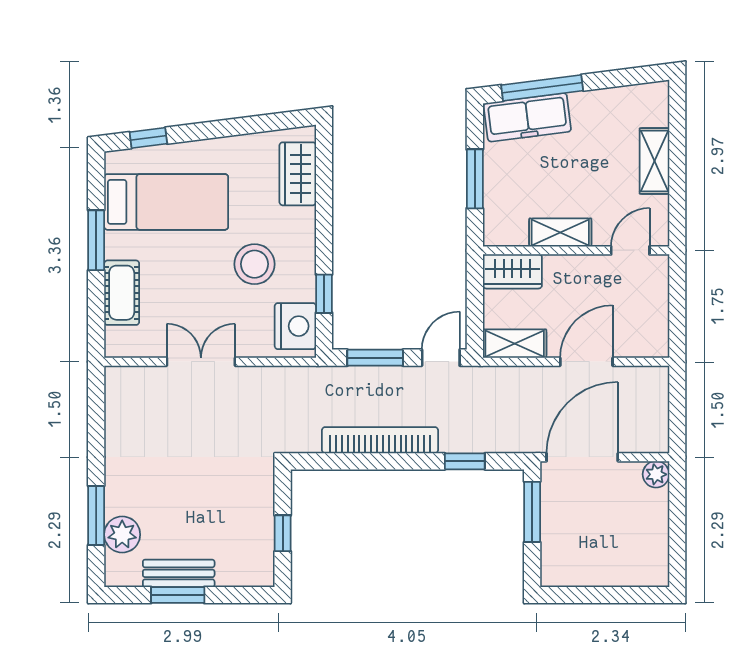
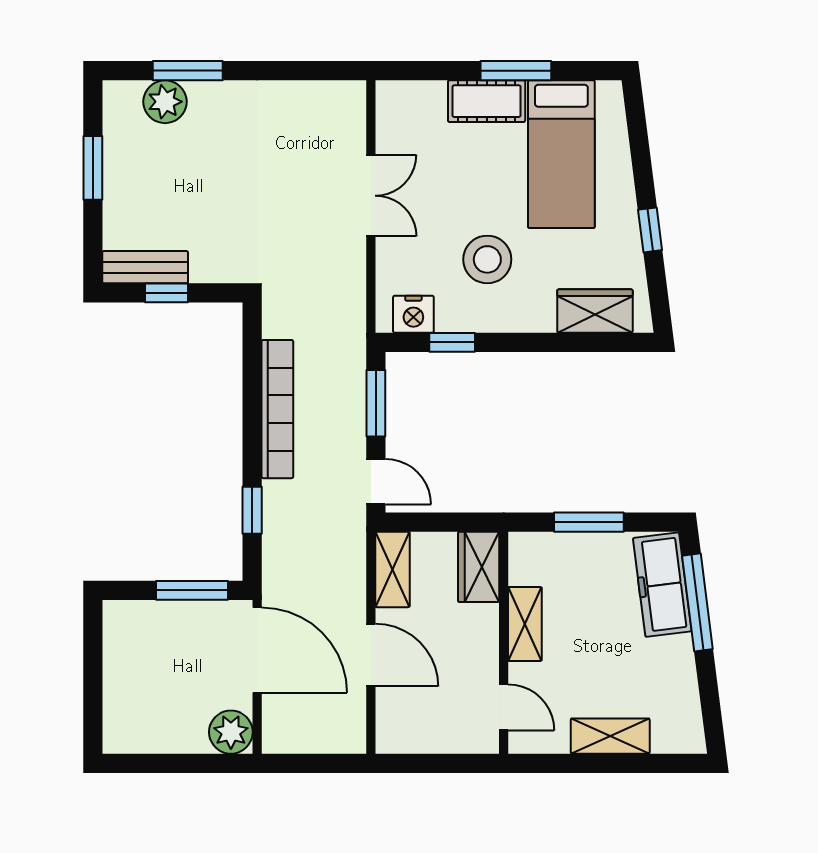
window: (148, 138) -> (650, 230), moved
cot: (122, 293) -> (487, 101), moved
nightstand: (295, 326) -> (413, 314), width x0.74, depth x0.75
plant: (656, 474) -> (231, 732), width x1.38, depth x1.38
bench: (179, 573) -> (145, 267), moved, turned 90

